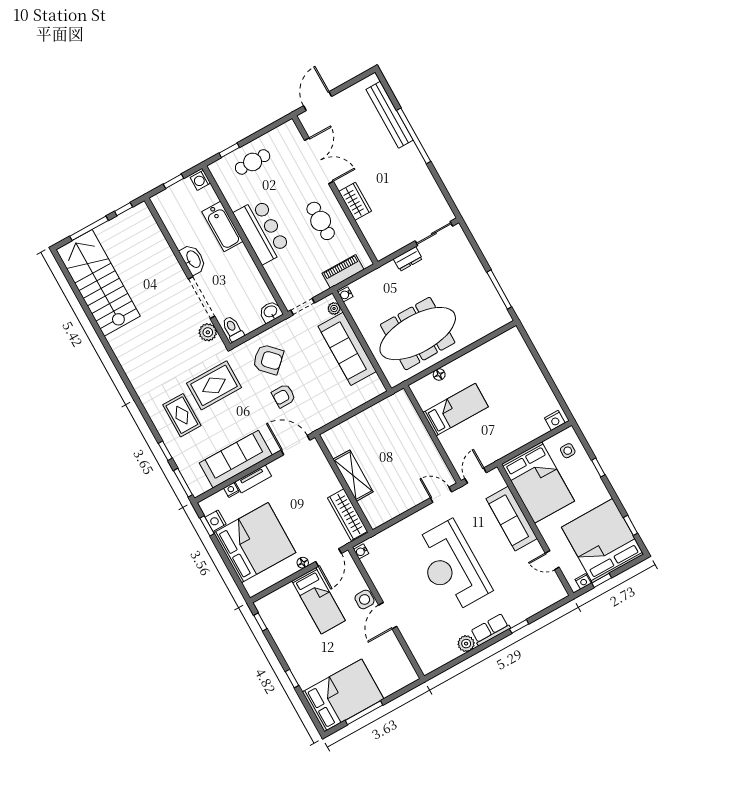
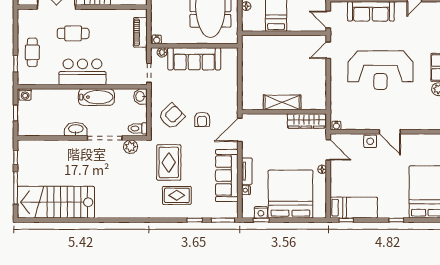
cafe table: (321, 221) -> (73, 33), moved
bathtub: (222, 227) -> (96, 97), moved
bed: (318, 601) -> (354, 208), moved

